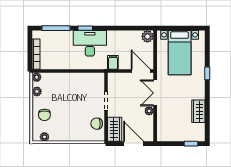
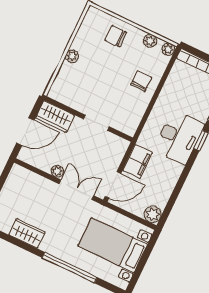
filing cabinet: (113, 62) -> (138, 161), width x2.00
window: (207, 73) -> (70, 268), width x3.17
chair: (97, 124) -> (141, 81), moved
plant: (44, 137) -> (72, 56), moved

